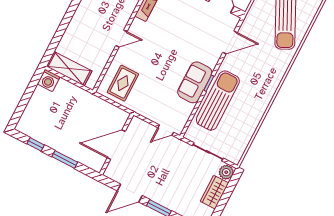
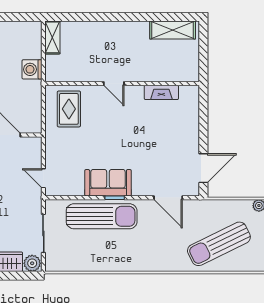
shelving: (69, 69) -> (52, 37), width x0.67, depth x0.75
washing machine: (49, 80) -> (32, 69), moved
rug: (123, 83) -> (69, 109), turned 90

